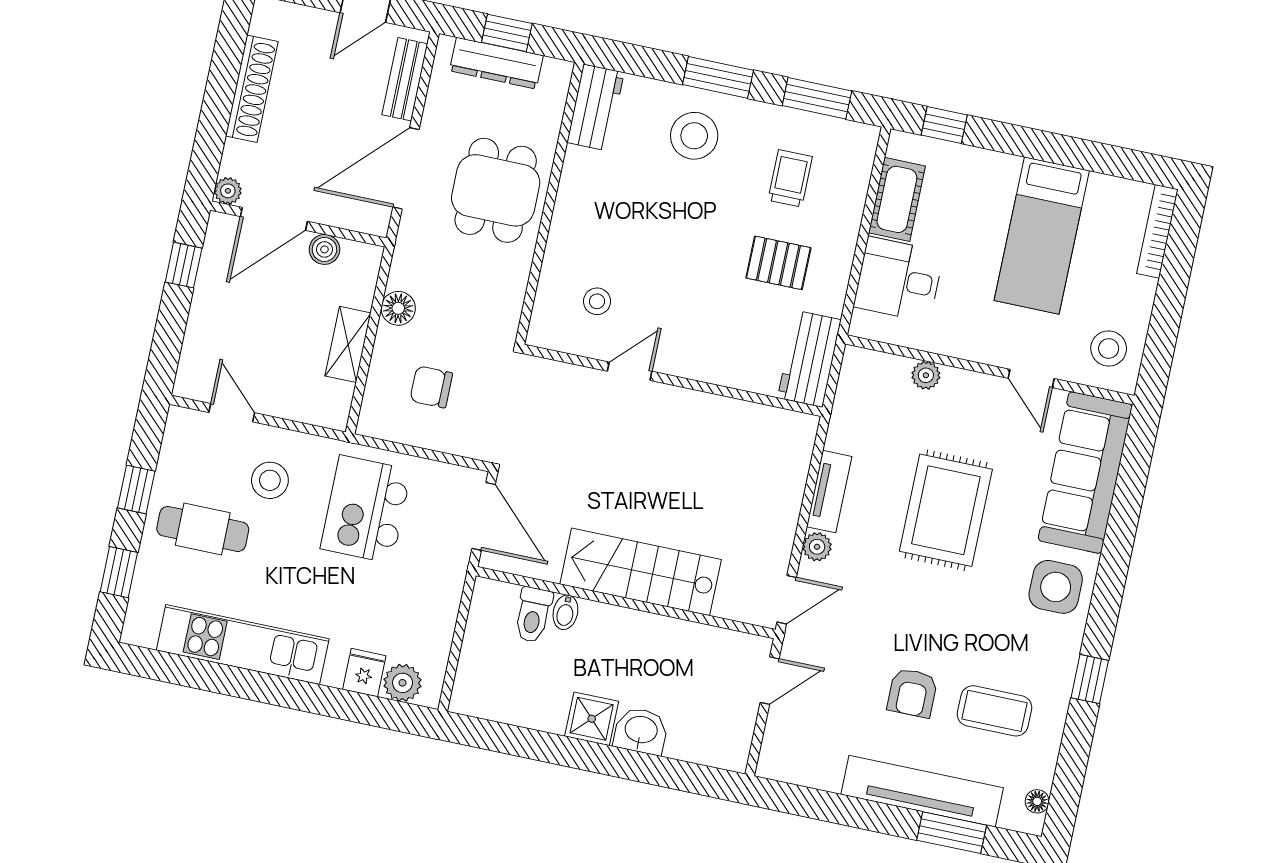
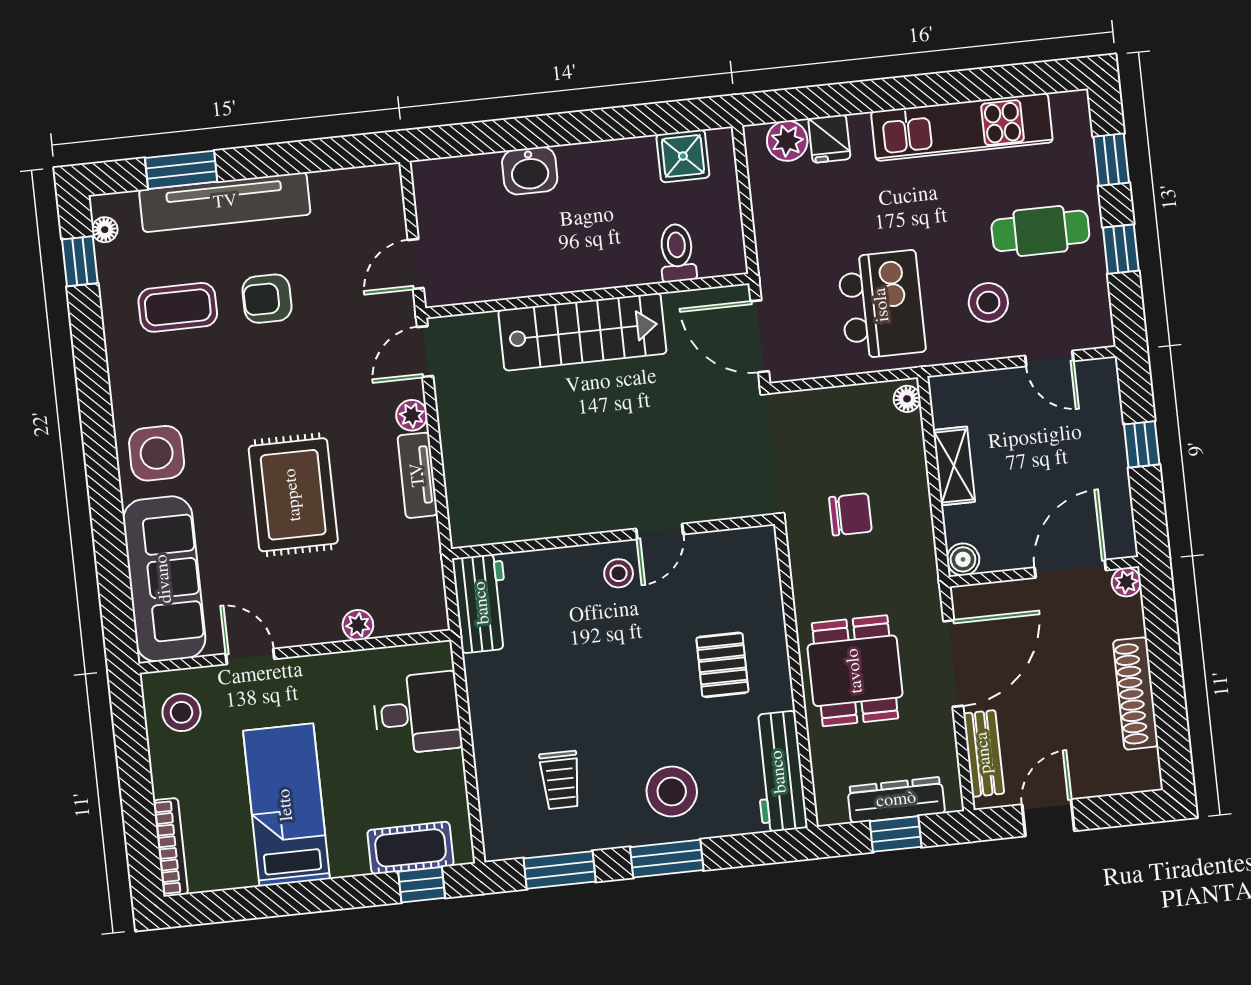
workbench: (596, 108) -> (779, 772), width x1.38
cot: (897, 199) -> (411, 848), moved, turned 90
boiler: (324, 249) -> (963, 559), moved
pallet: (778, 263) -> (722, 665), moved, turned 90
window: (184, 265) -> (1142, 444), moved
stool: (597, 301) -> (619, 573), moved
floor lamp: (398, 308) -> (907, 399), moved, width x0.73, depth x0.73
chair: (431, 387) -> (850, 514), moved
bidet: (565, 612) -> (645, 266), removed
window: (1090, 679) -> (80, 261), moved
armchair: (912, 693) -> (267, 299), turned -90
shower: (592, 719) -> (683, 156), moved

